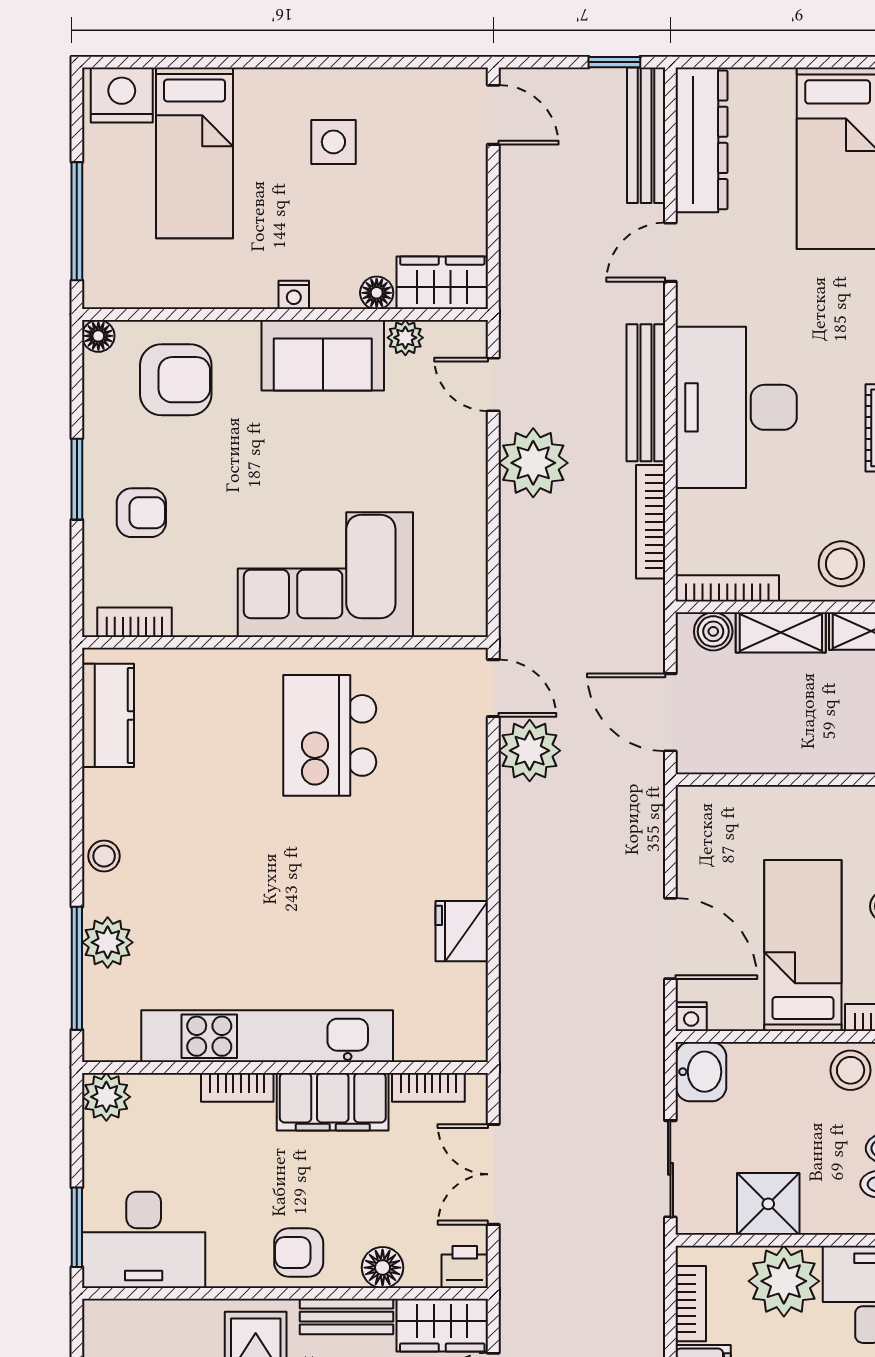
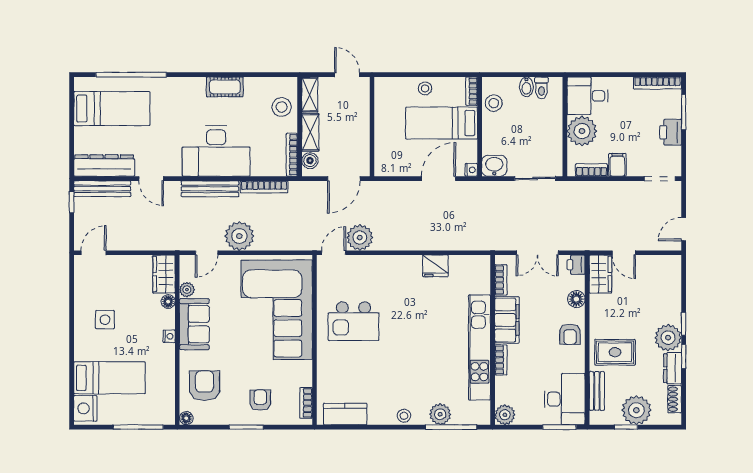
corner sofa: (325, 575) -> (277, 310), width x1.36, depth x1.36
shower: (768, 1204) -> (550, 138), removed
bench: (346, 1317) -> (597, 391), moved

